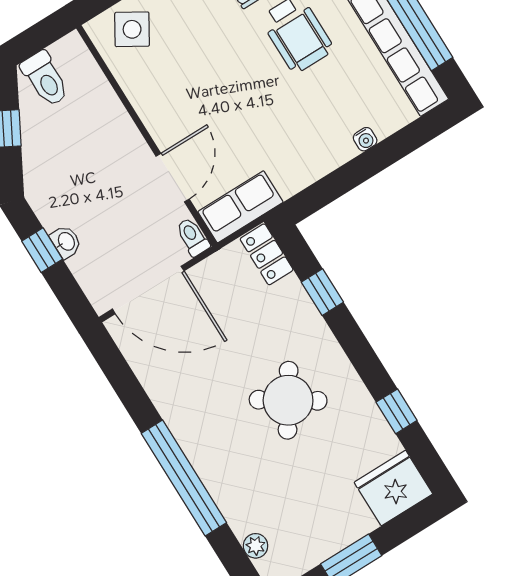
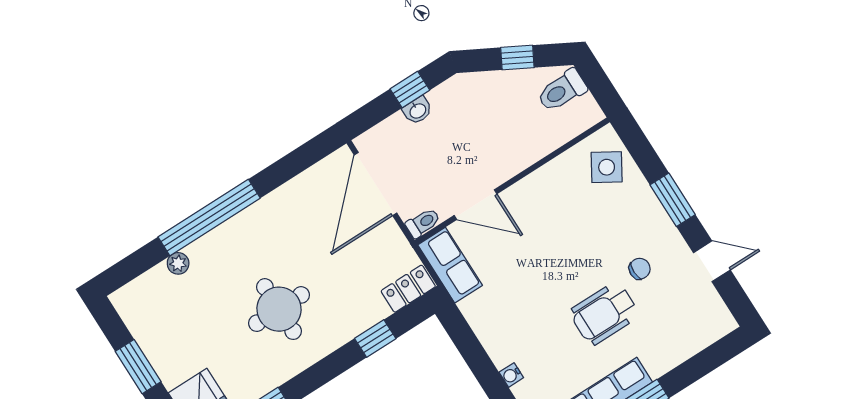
round table: (288, 400) -> (279, 309), turned -33
plant: (256, 546) -> (178, 263), moved

